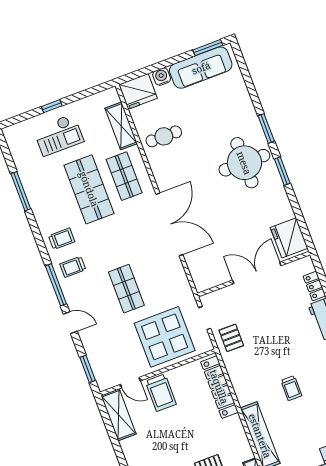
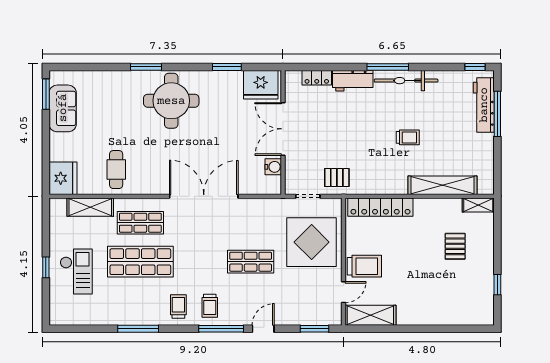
sofa: (201, 68) -> (63, 108), width x0.73
water cooler: (162, 77) -> (273, 167), moved, turned 180
window: (282, 171) -> (227, 67), moved
window: (21, 191) -> (138, 329), moved

